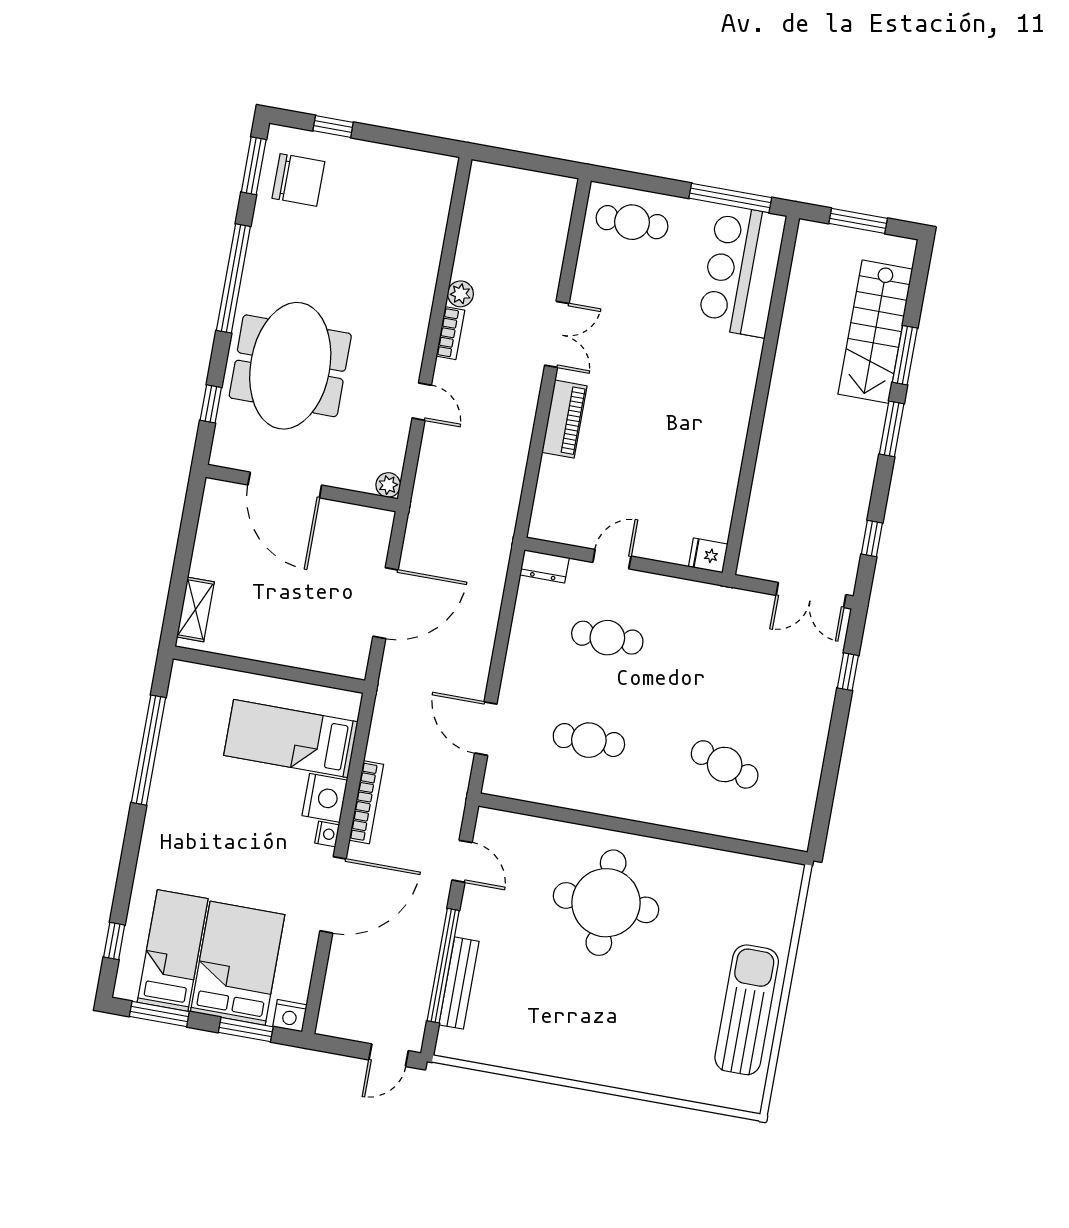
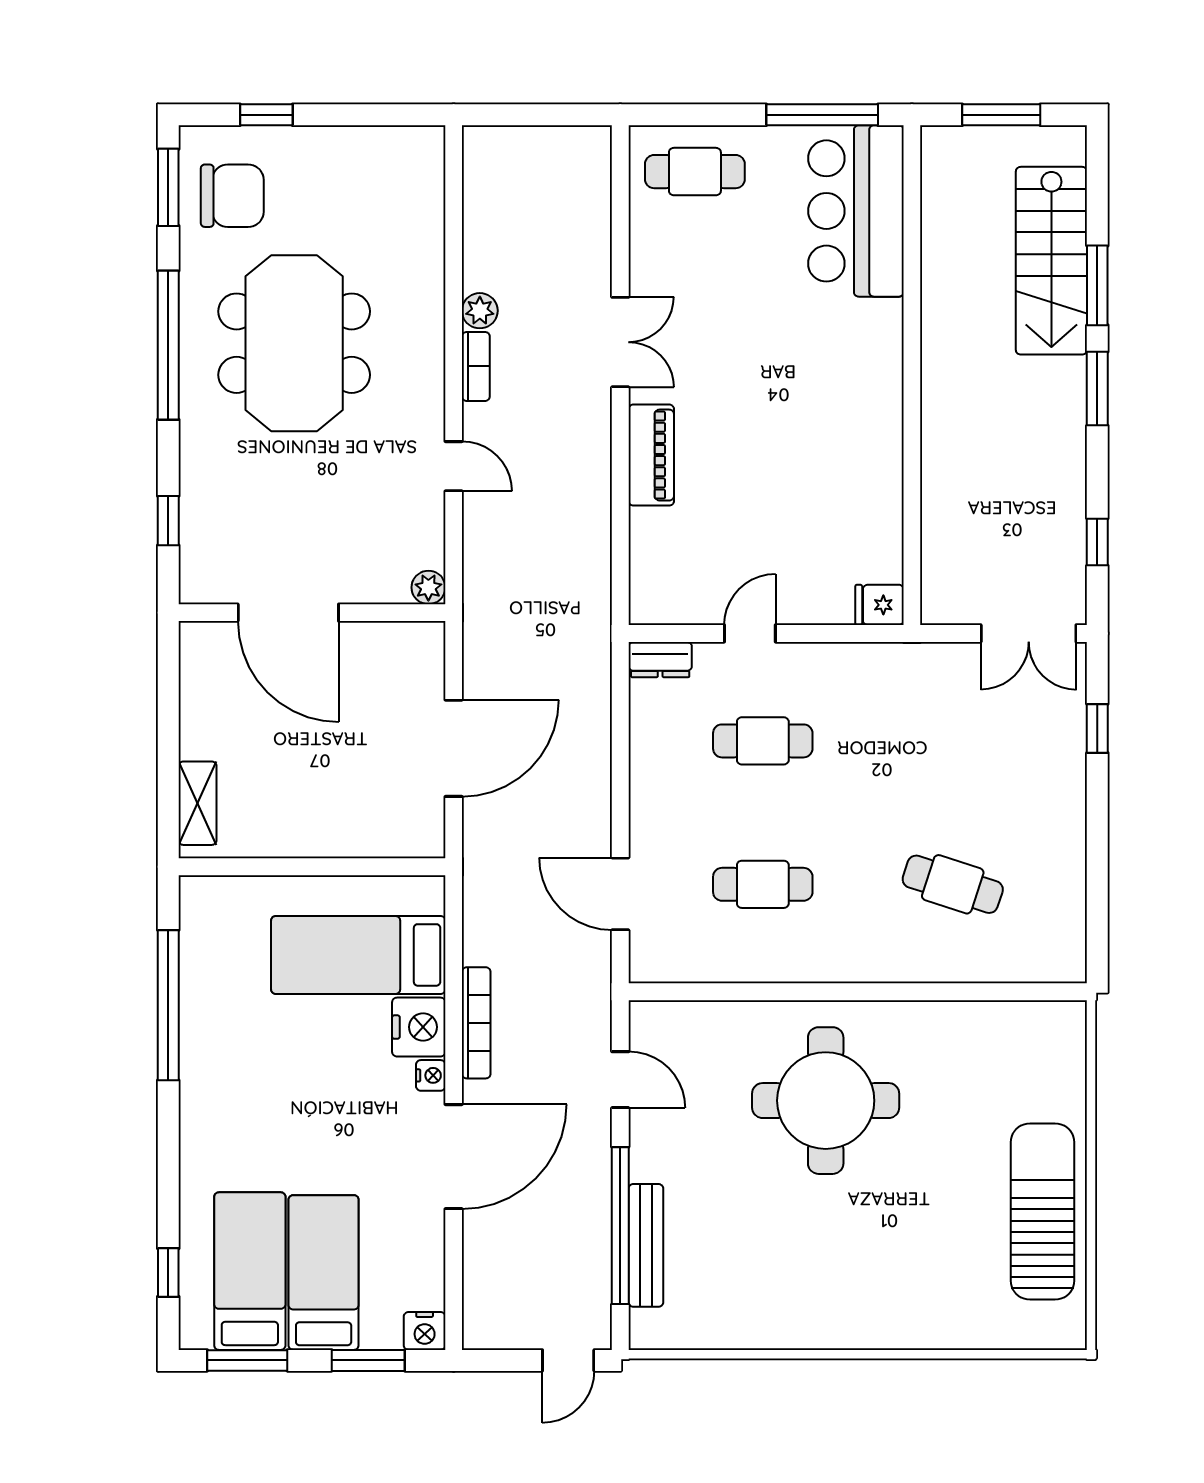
meeting table: (290, 366) -> (294, 343), moved
bed: (238, 963) -> (324, 1273), width x0.67

